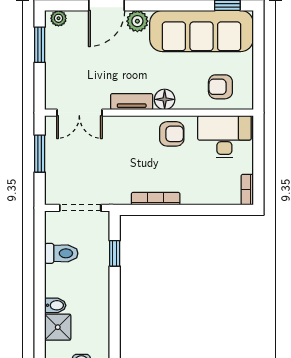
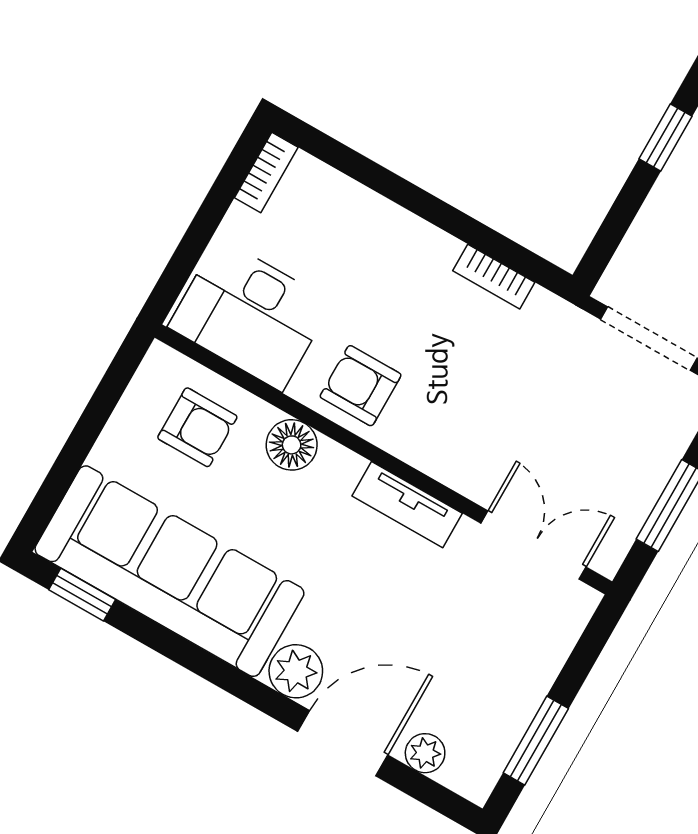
plant: (59, 18) -> (425, 753), moved
floor lamp: (165, 99) -> (292, 445), moved
bookcase: (156, 199) -> (494, 277), width x0.64
window: (115, 253) -> (665, 138), moved

